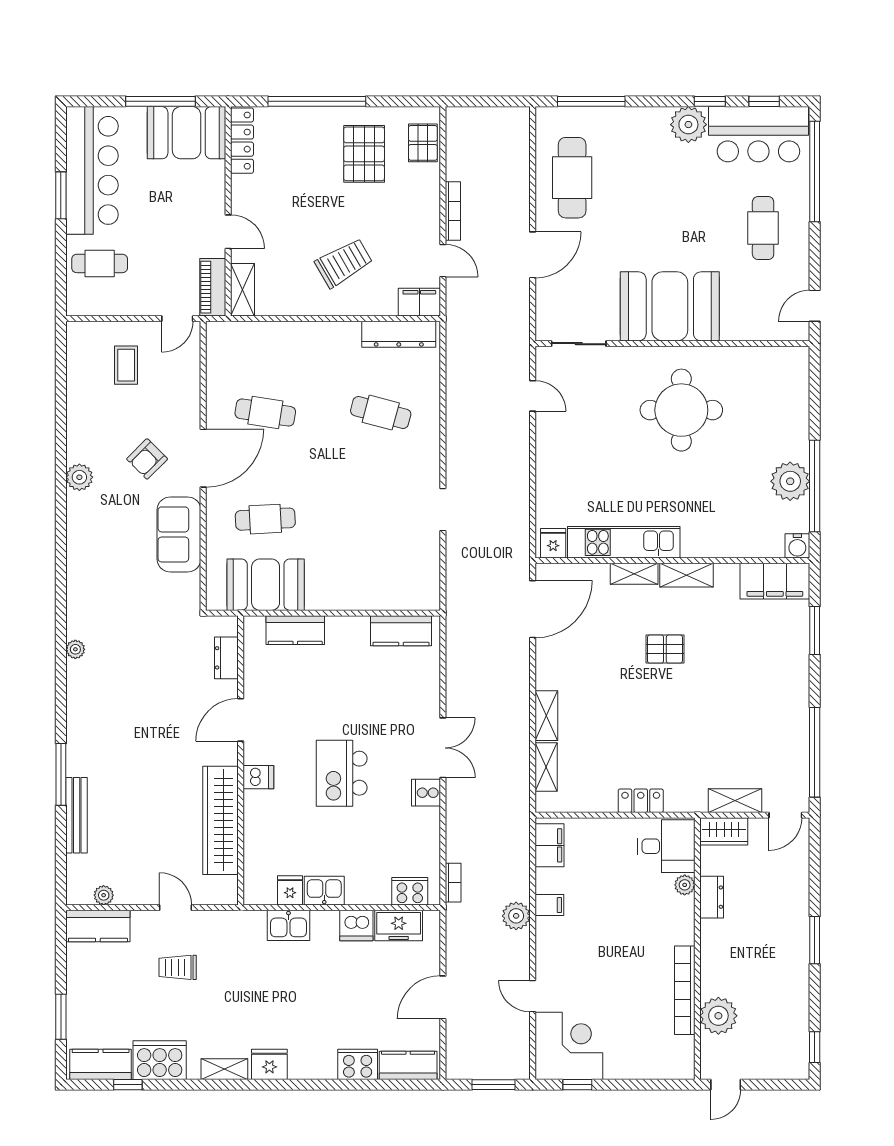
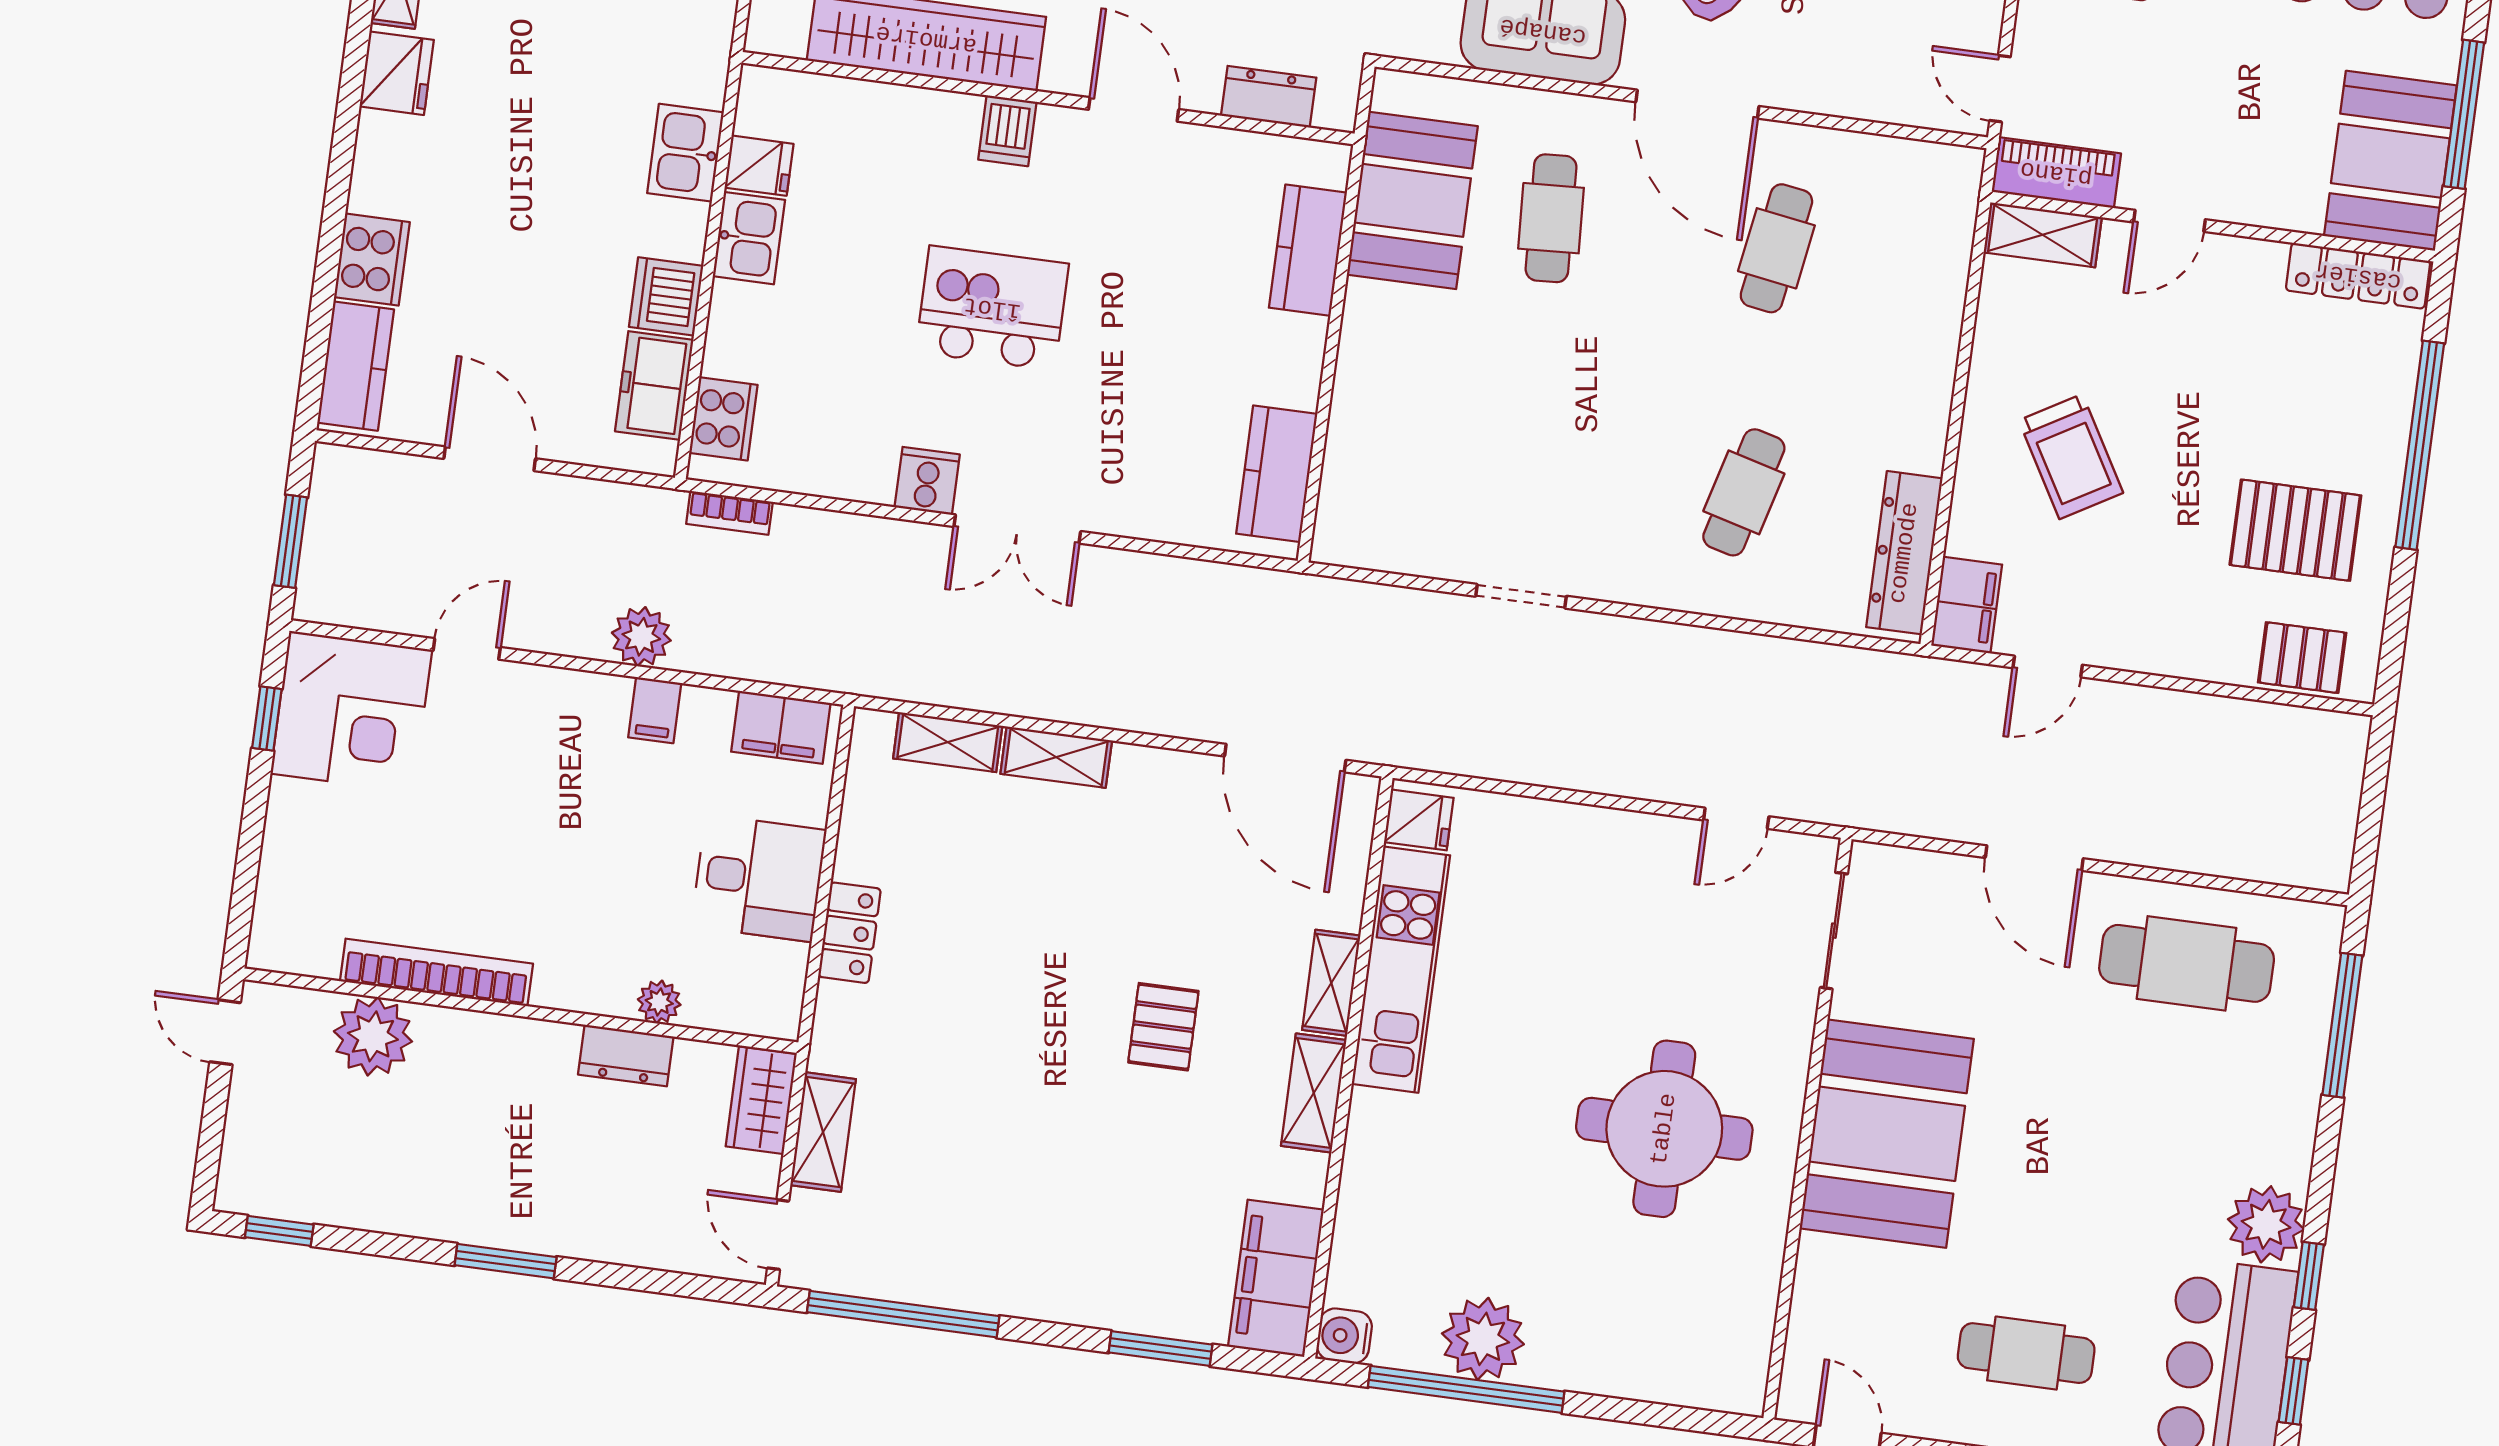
bookcase: (453, 211) -> (2150, 702), removed
desk: (666, 846) -> (759, 878), moved, turned -90

